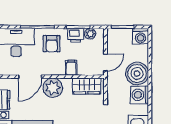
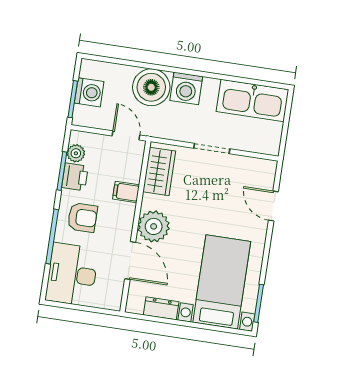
washing machine: (140, 36) -> (89, 92), moved

